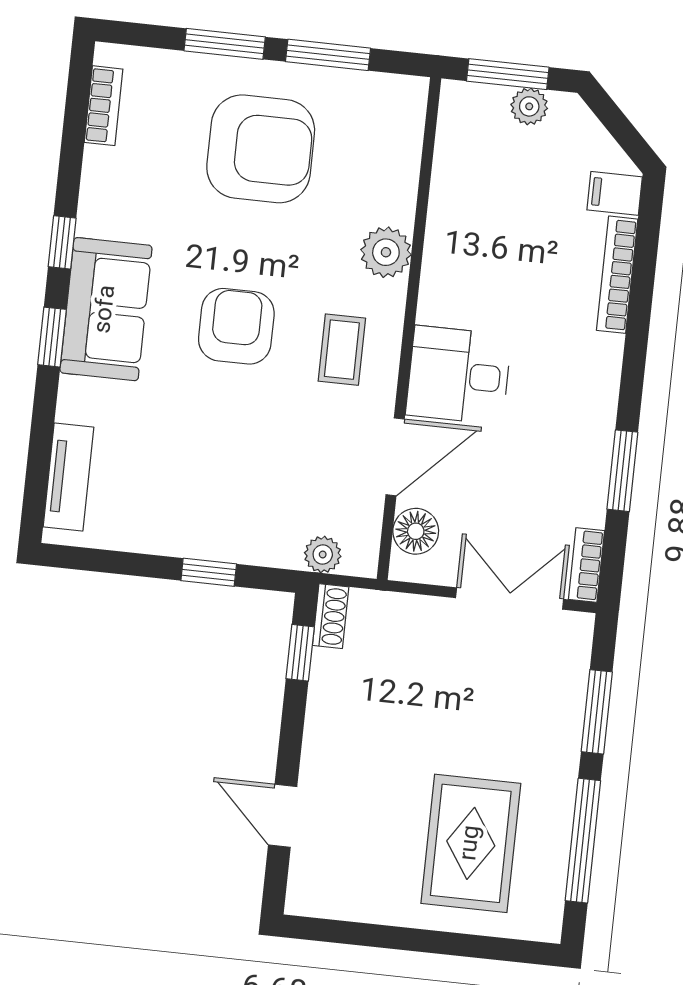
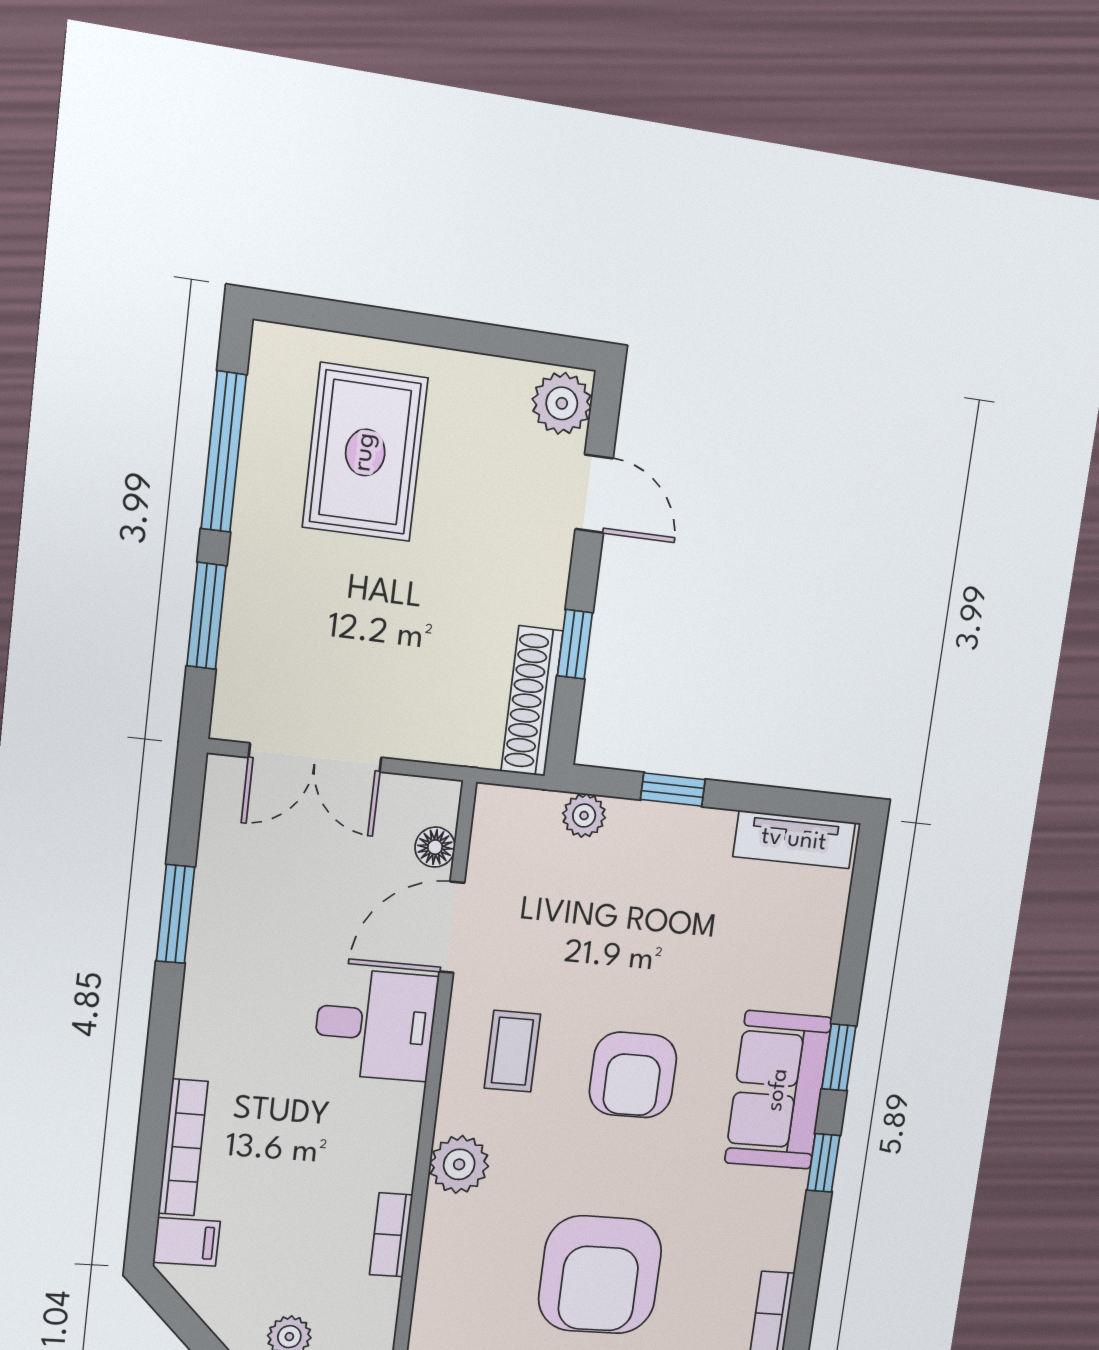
armchair: (261, 149) -> (600, 1275), turned -90
tv unit: (68, 477) -> (794, 840), moved, turned -90
floor lamp: (416, 531) -> (435, 847), width x0.73, depth x0.73
plant: (323, 555) -> (584, 816), moved
bookcase: (586, 565) -> (391, 1235), moved, turned 180
shoe rack: (331, 616) -> (532, 701), width x1.94, depth x1.24
window: (300, 653) -> (575, 644), moved
plant: (311, 887) -> (562, 403), added

